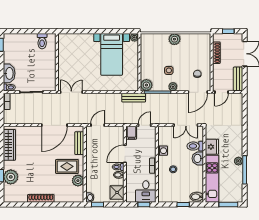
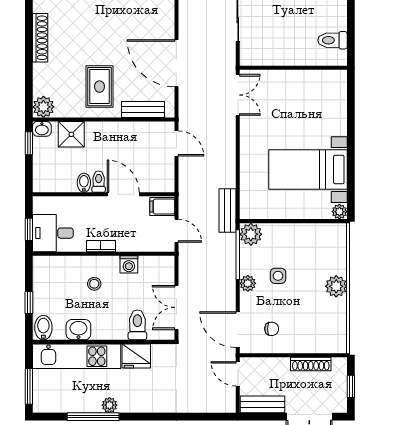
washbasin: (198, 158) -> (78, 330), moved
plant: (78, 181) -> (43, 107), moved
shower: (117, 192) -> (71, 134), moved

